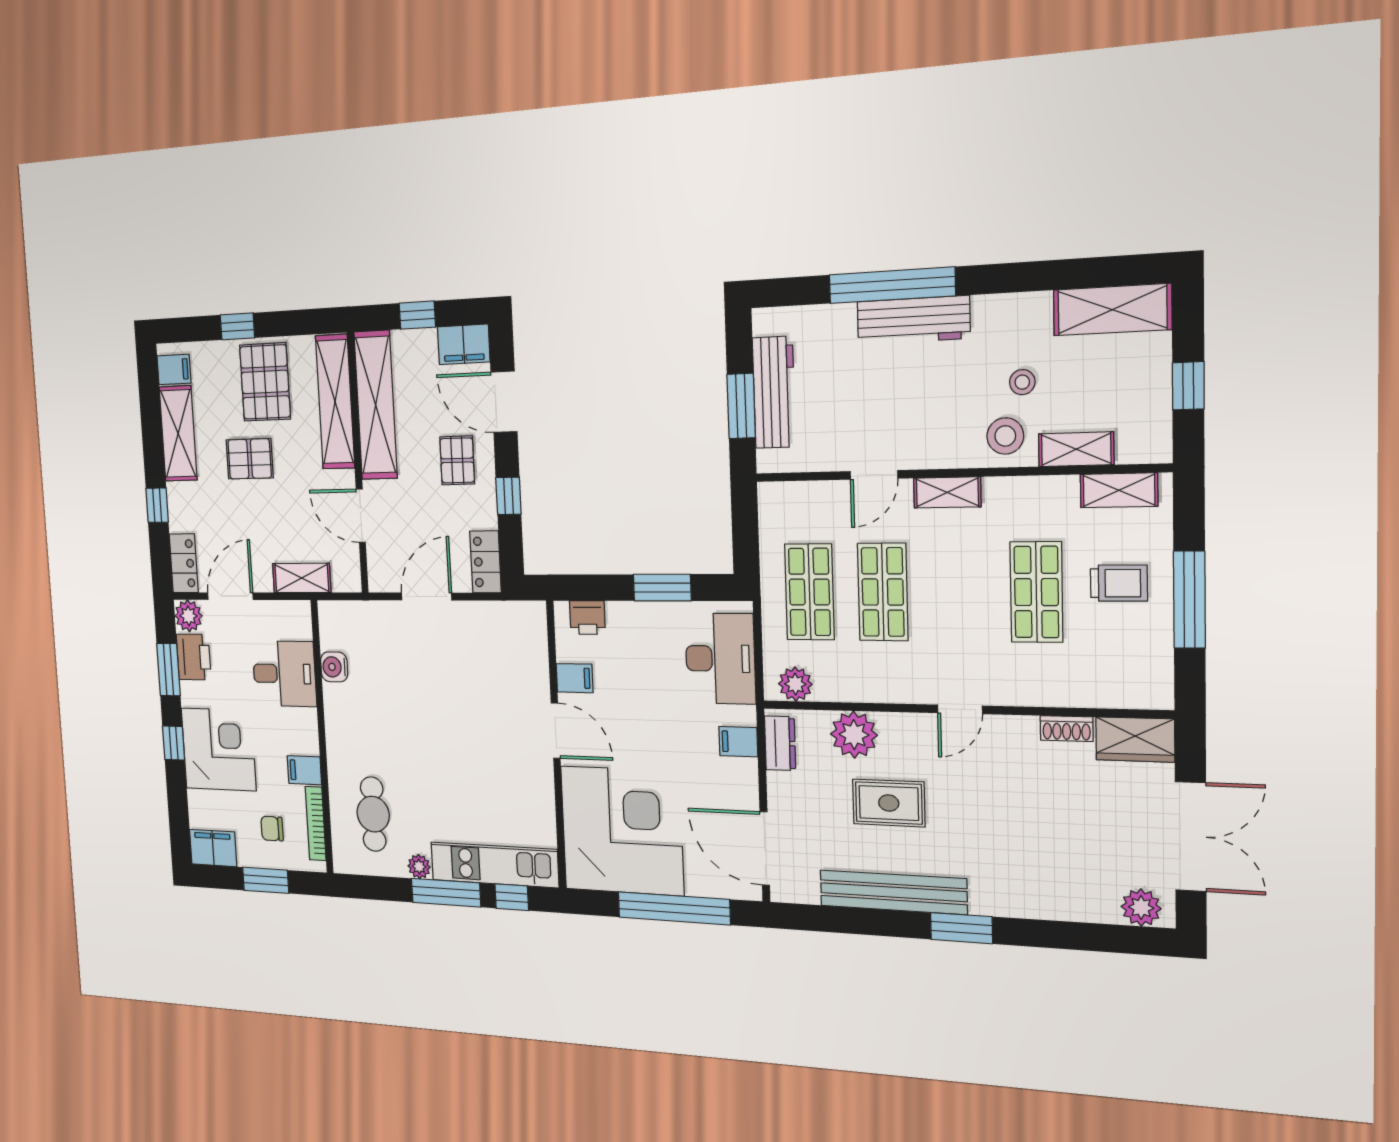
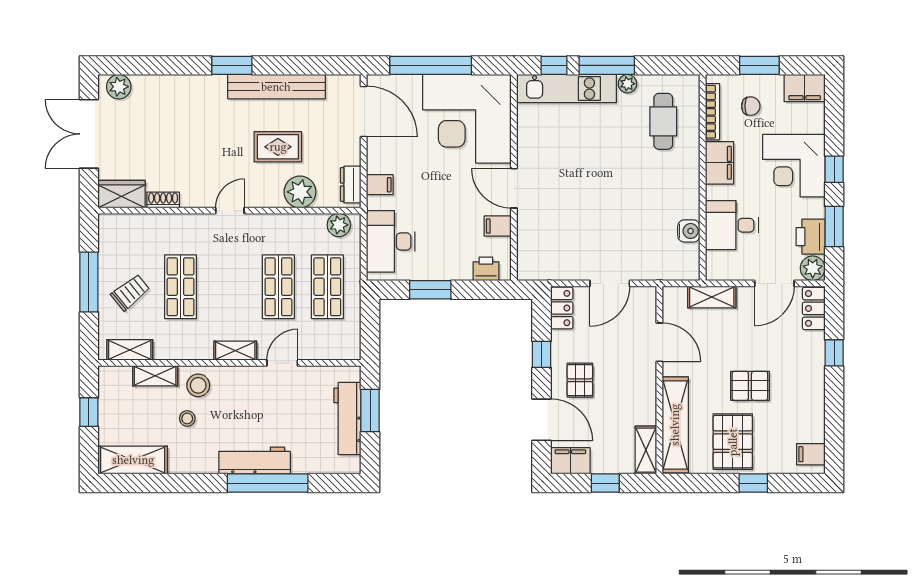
shelving: (376, 405) -> (646, 450), width x0.45, depth x0.75
shelving: (178, 433) -> (811, 406), removed
trolley: (1119, 583) -> (130, 292), turned 141
filing cabinet: (304, 770) -> (719, 163), width x2.00

